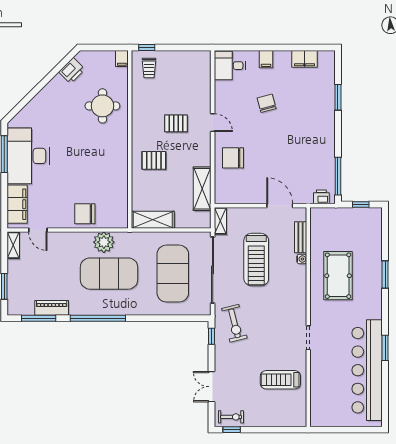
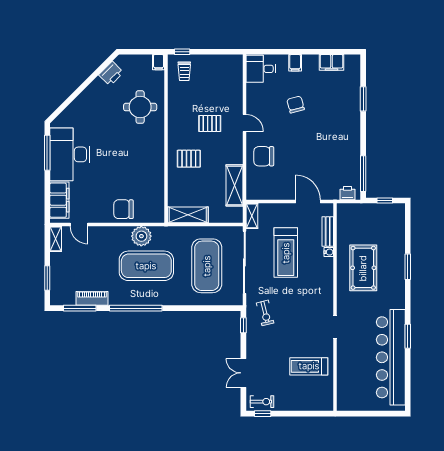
exercise bike: (234, 323) -> (265, 313), width x0.73, depth x0.72

